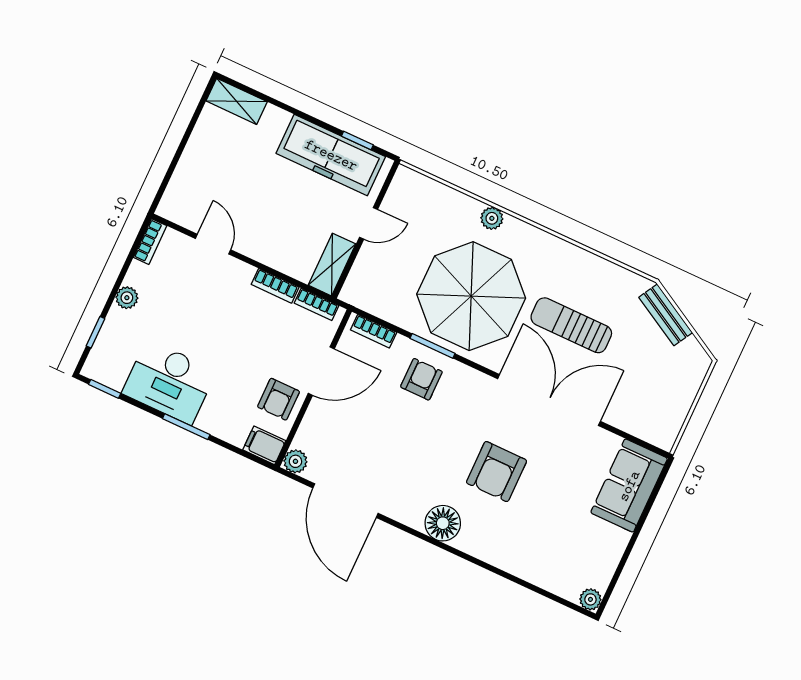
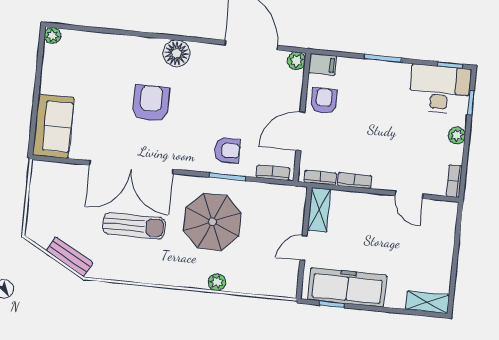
parasol: (471, 296) -> (212, 222), width x0.73, depth x0.73
armchair: (421, 379) -> (227, 150), turned -90
desk: (169, 382) -> (440, 89), moved

